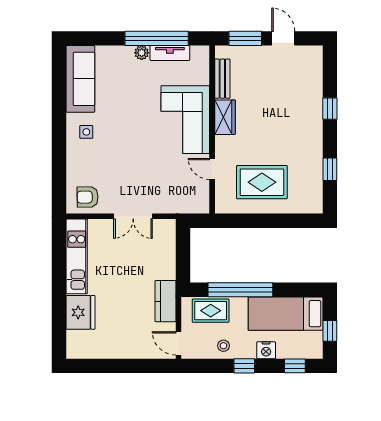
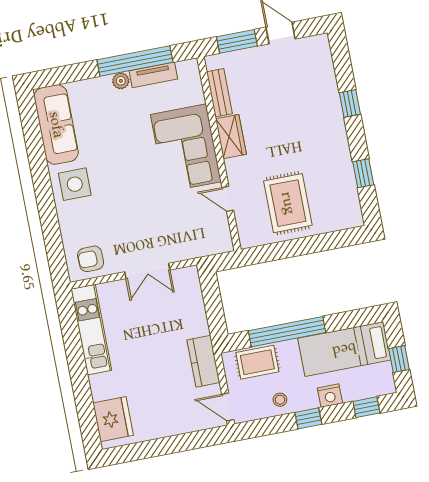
side table: (86, 132) -> (75, 184), width x1.87, depth x1.87
rug: (262, 182) -> (288, 203), turned 90
fridge: (80, 312) -> (113, 419), moved

